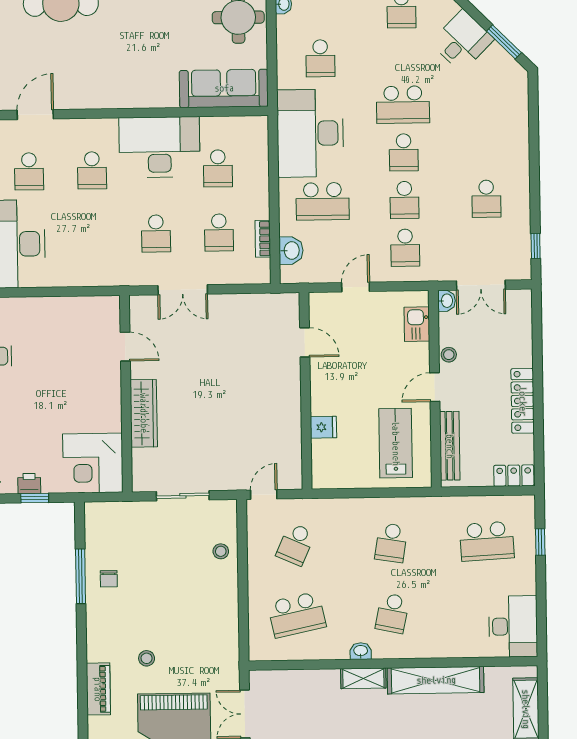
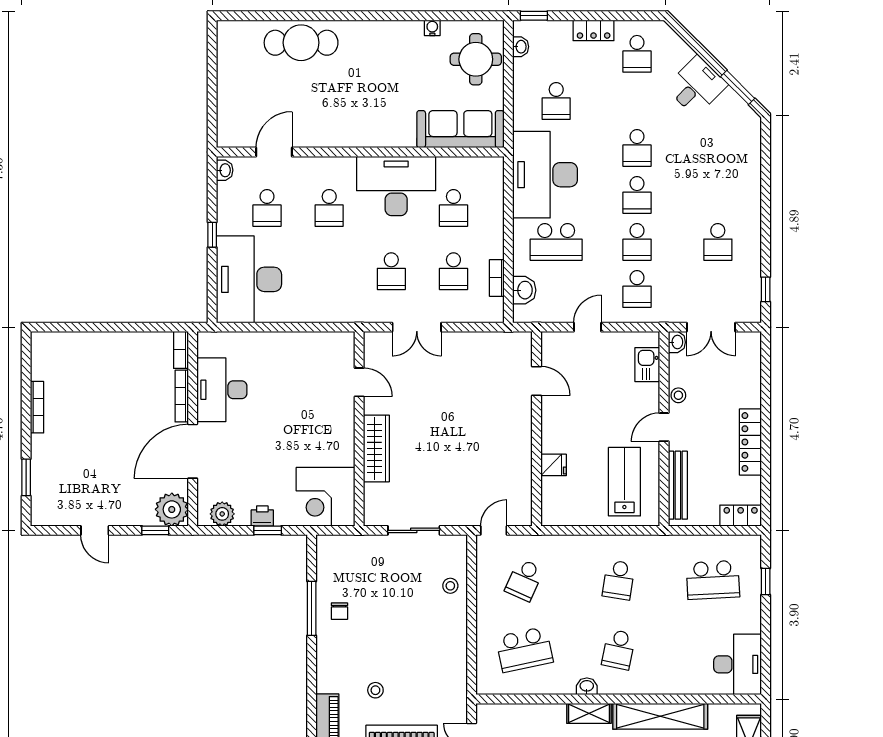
school desk: (403, 105) -> (637, 148), width x0.54

